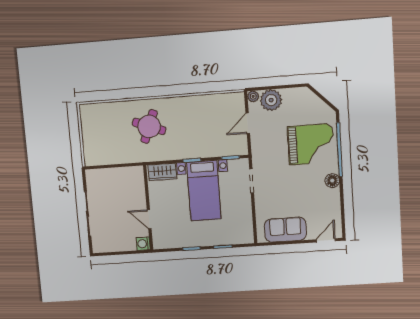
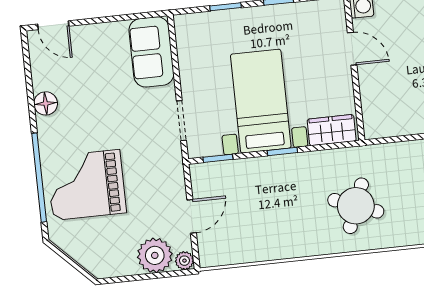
floor lamp: (332, 181) -> (46, 103), moved
sofa: (285, 230) -> (151, 52), moved, turned 90
door: (326, 240) -> (53, 25), hinge flipped

